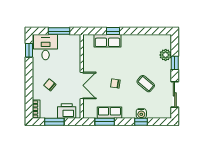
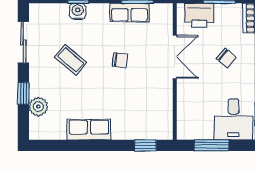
window: (113, 31) -> (145, 145), moved
row of seats: (107, 41) -> (89, 130), moved
double door: (82, 85) -> (175, 57), swing flipped

